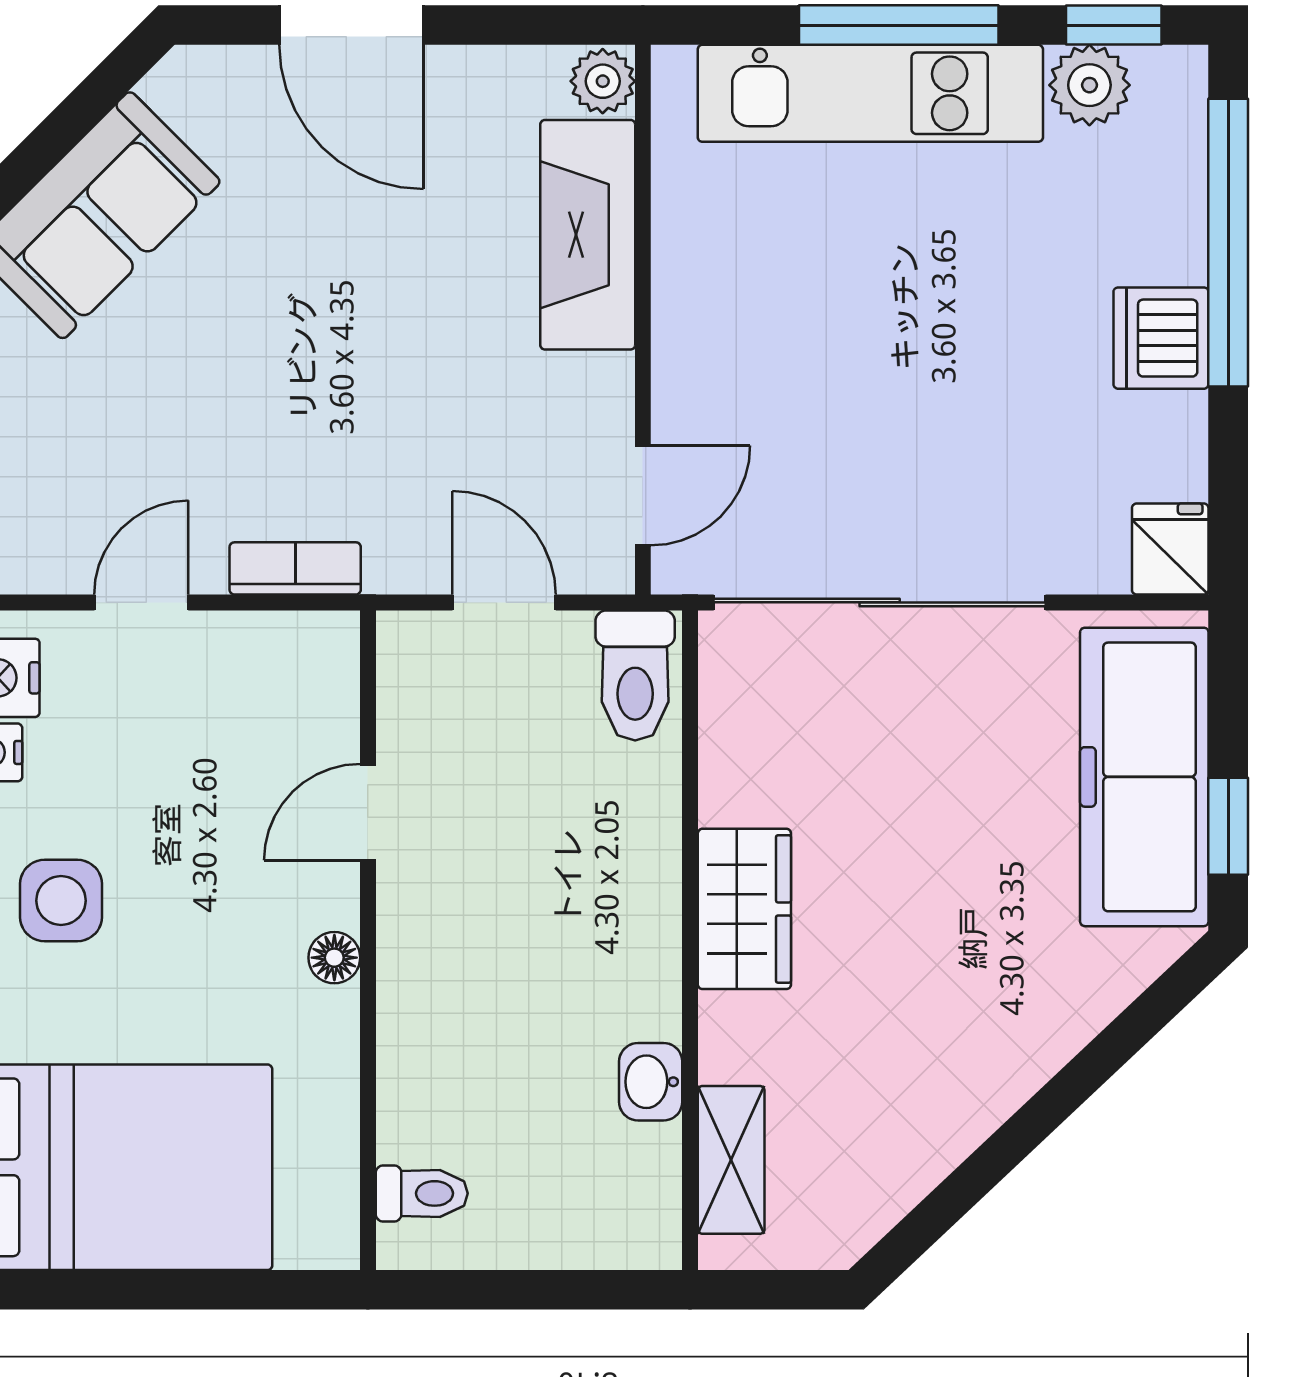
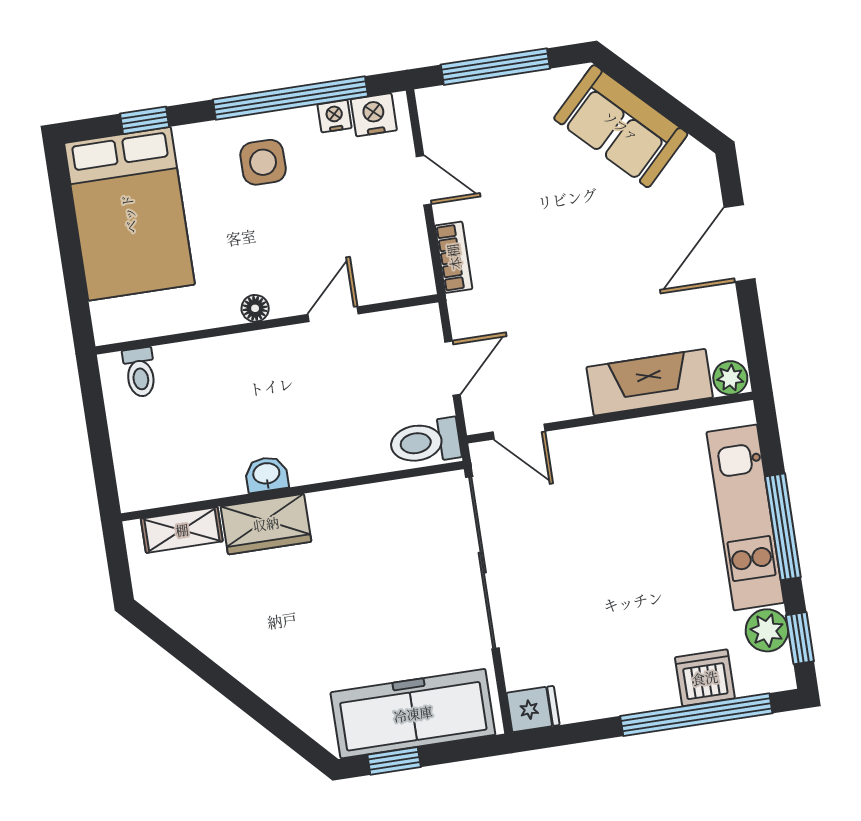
dishwasher: (1161, 338) -> (705, 678), moved
door: (368, 812) -> (333, 314), hinge flipped
wardrobe: (744, 909) -> (266, 524), moved
washbasin: (651, 1082) -> (266, 474), moved

